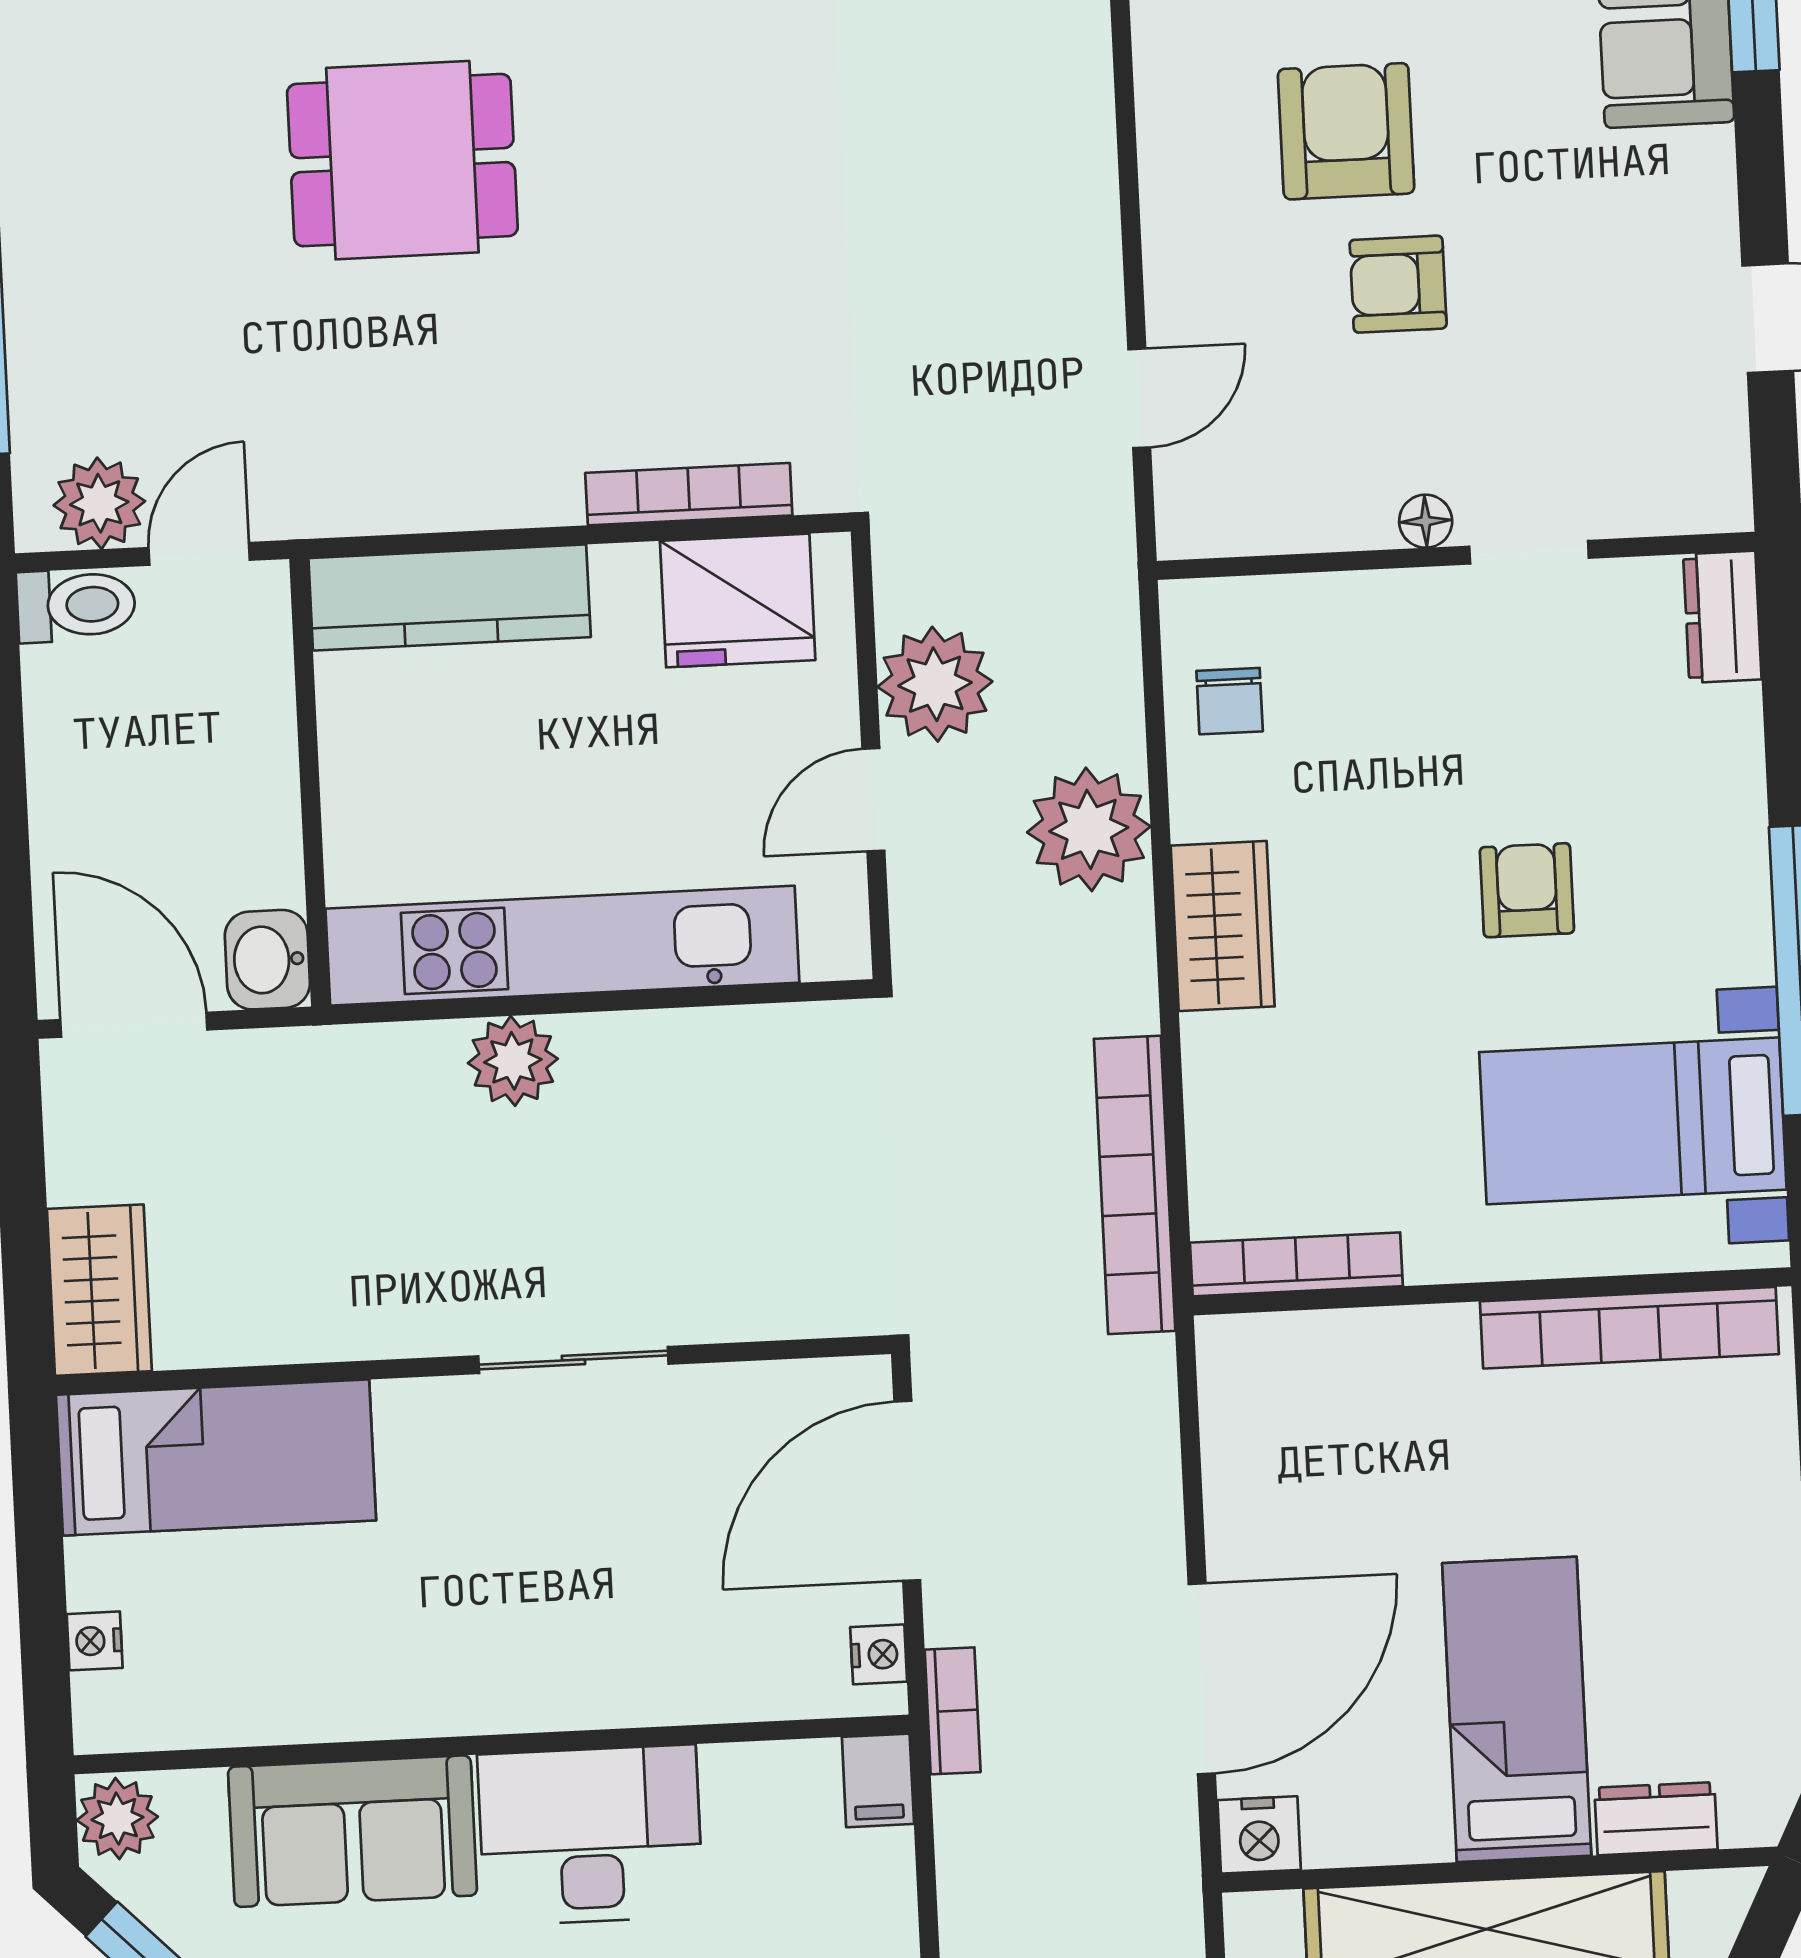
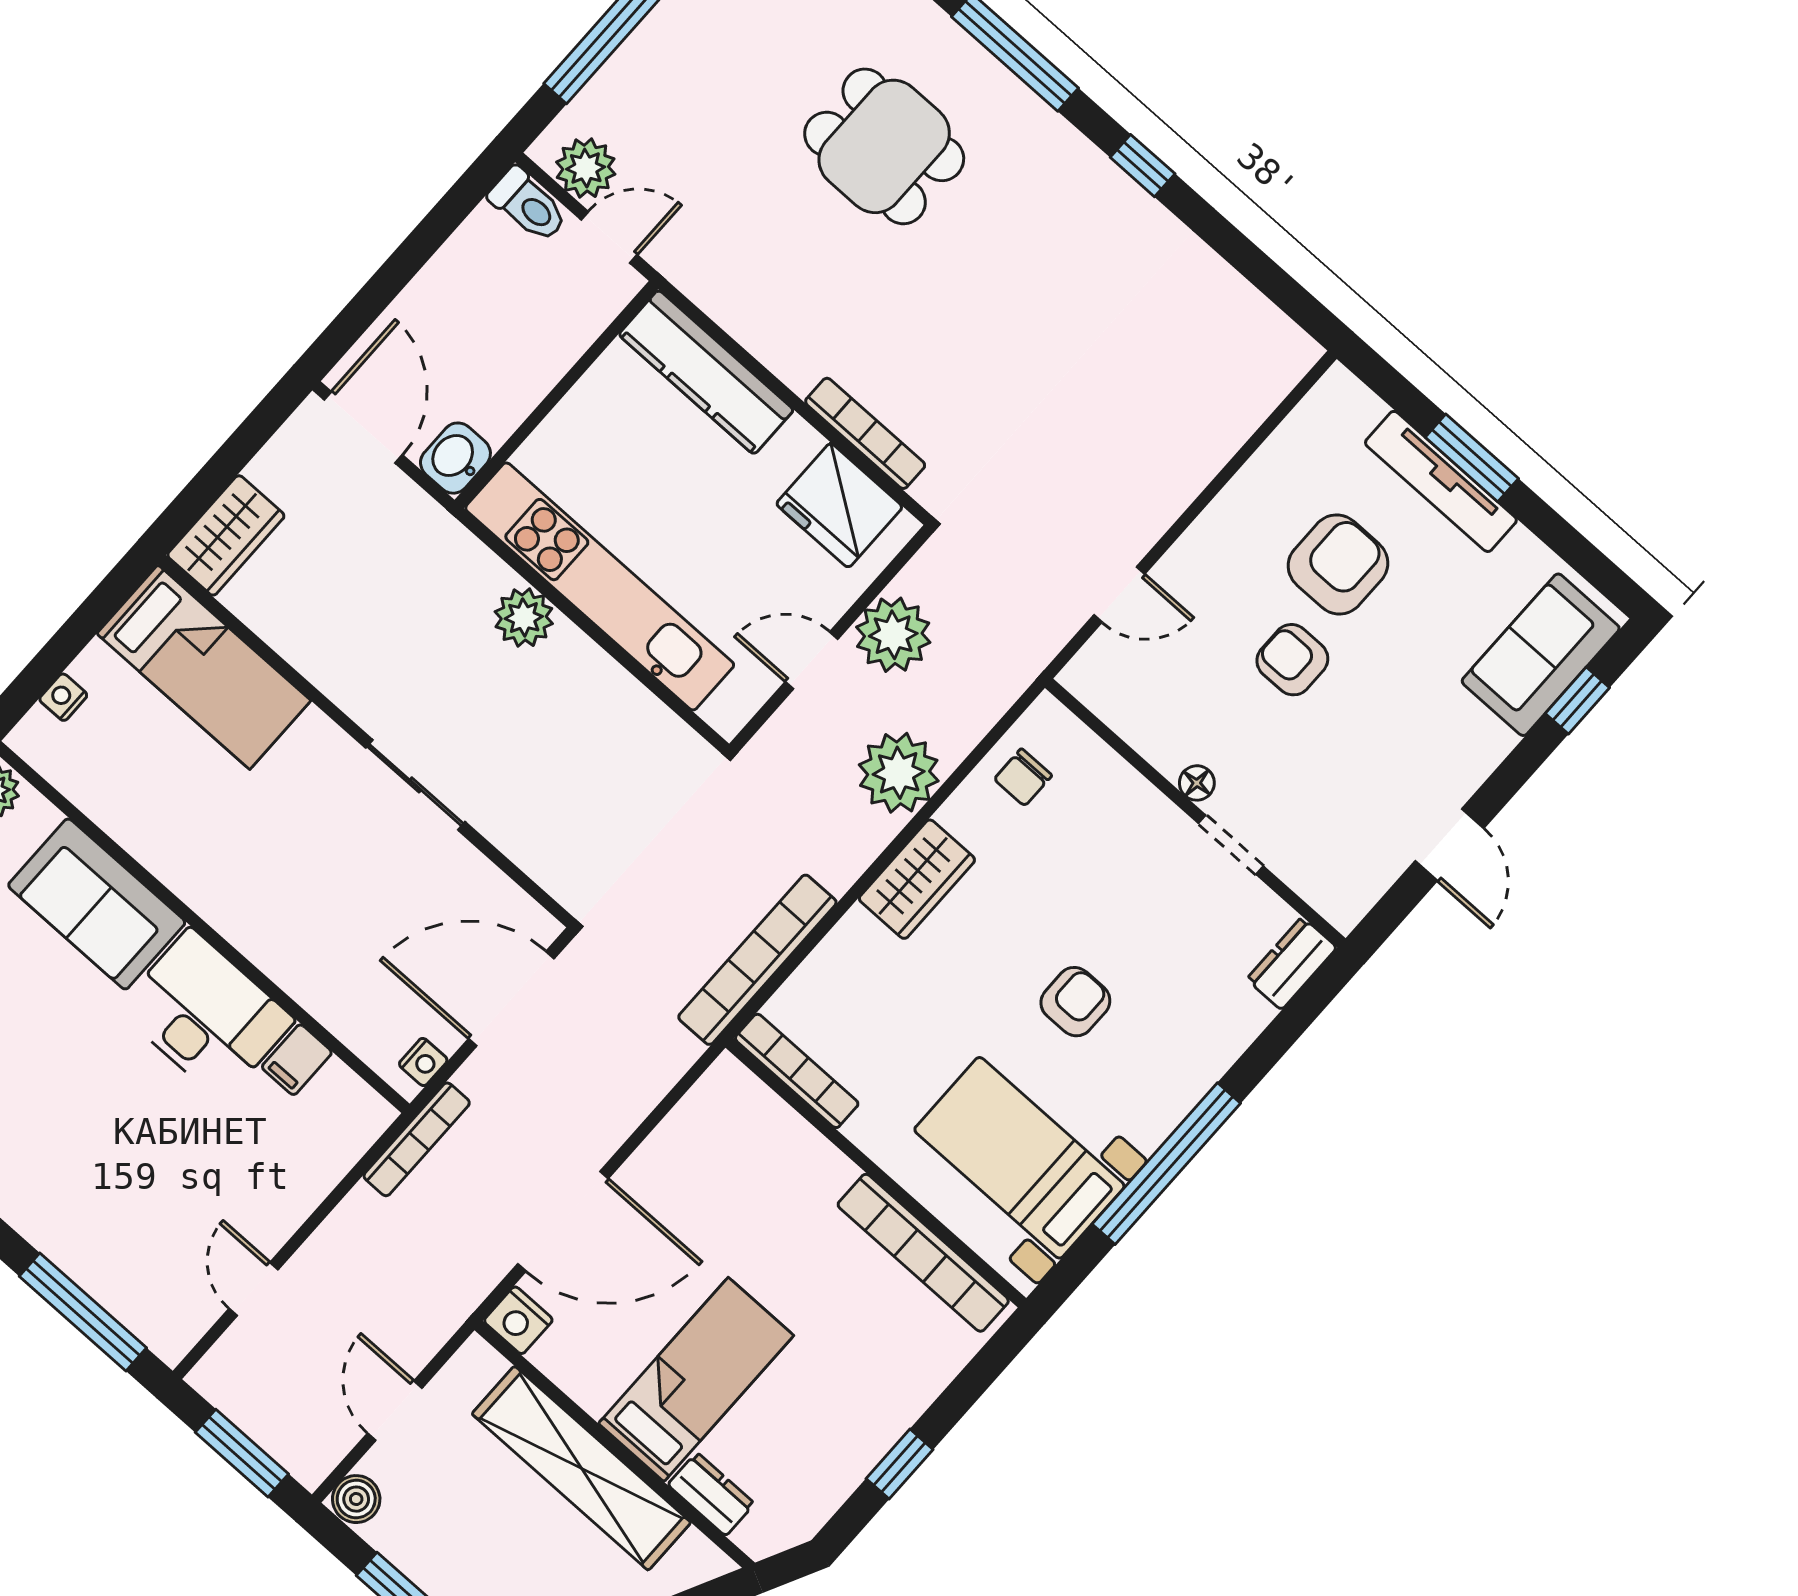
bookcase: (953, 1711) -> (417, 1139), width x1.56
filing cabinet: (878, 1780) -> (297, 1060), moved

